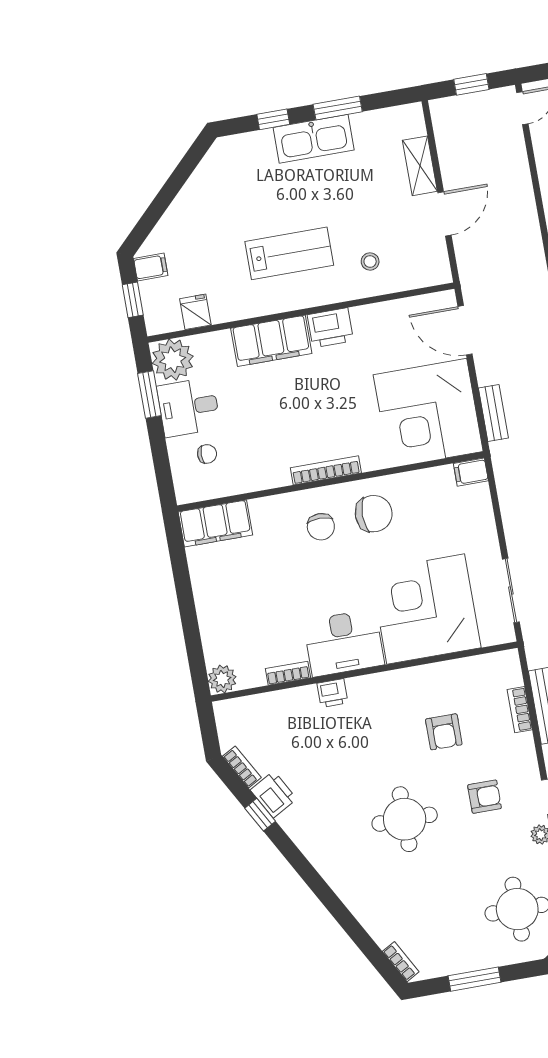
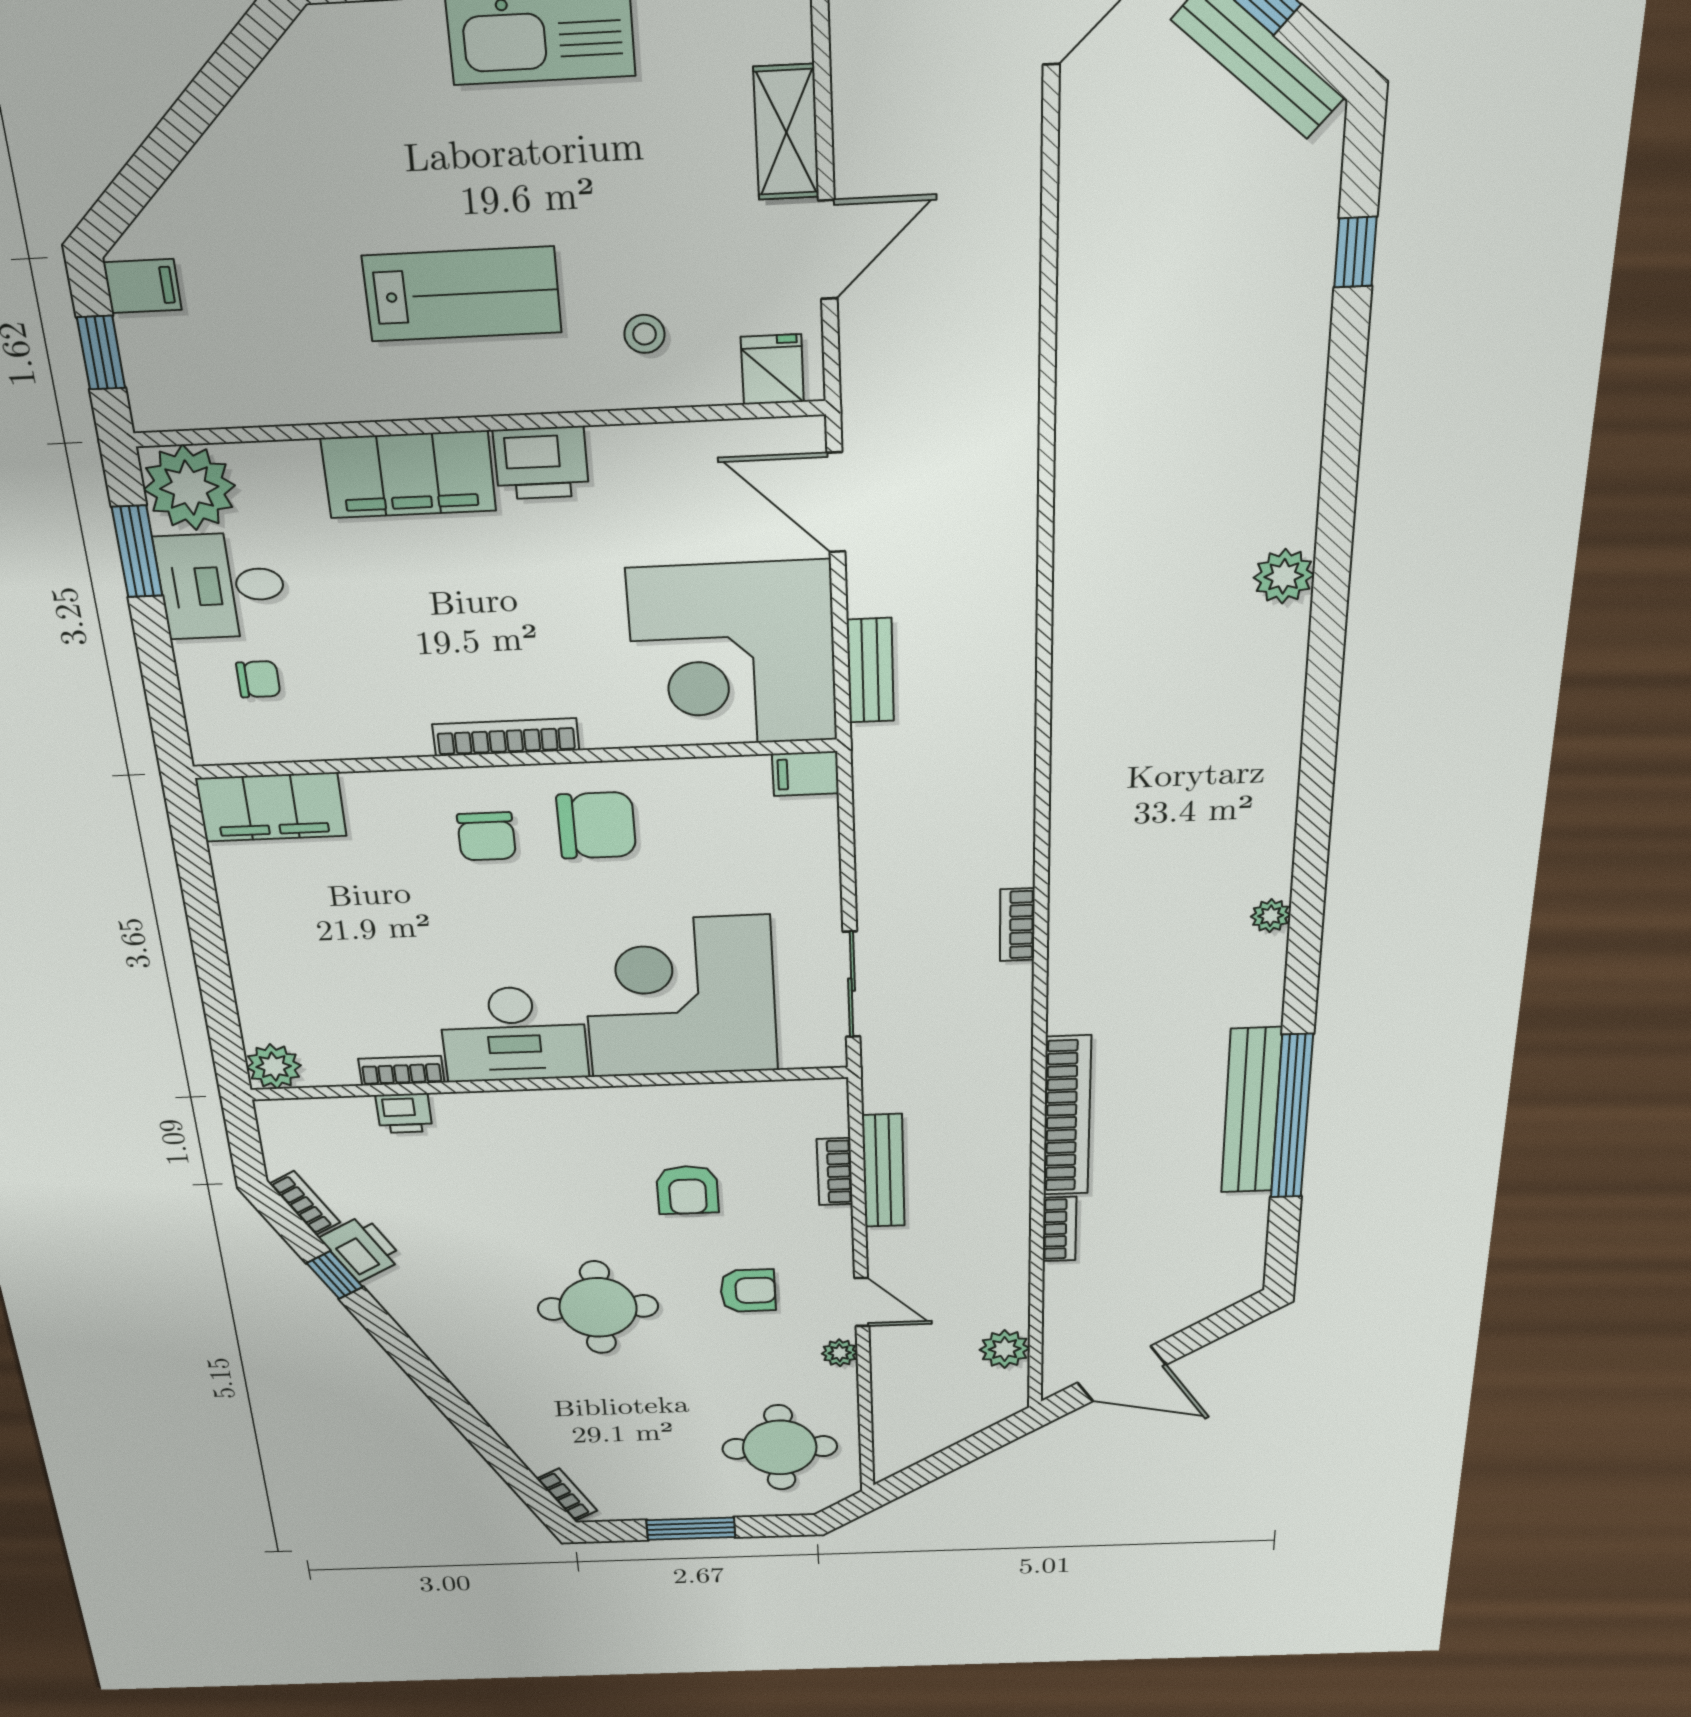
fridge: (195, 312) -> (772, 369), moved
printer: (332, 693) -> (404, 1113), moved

